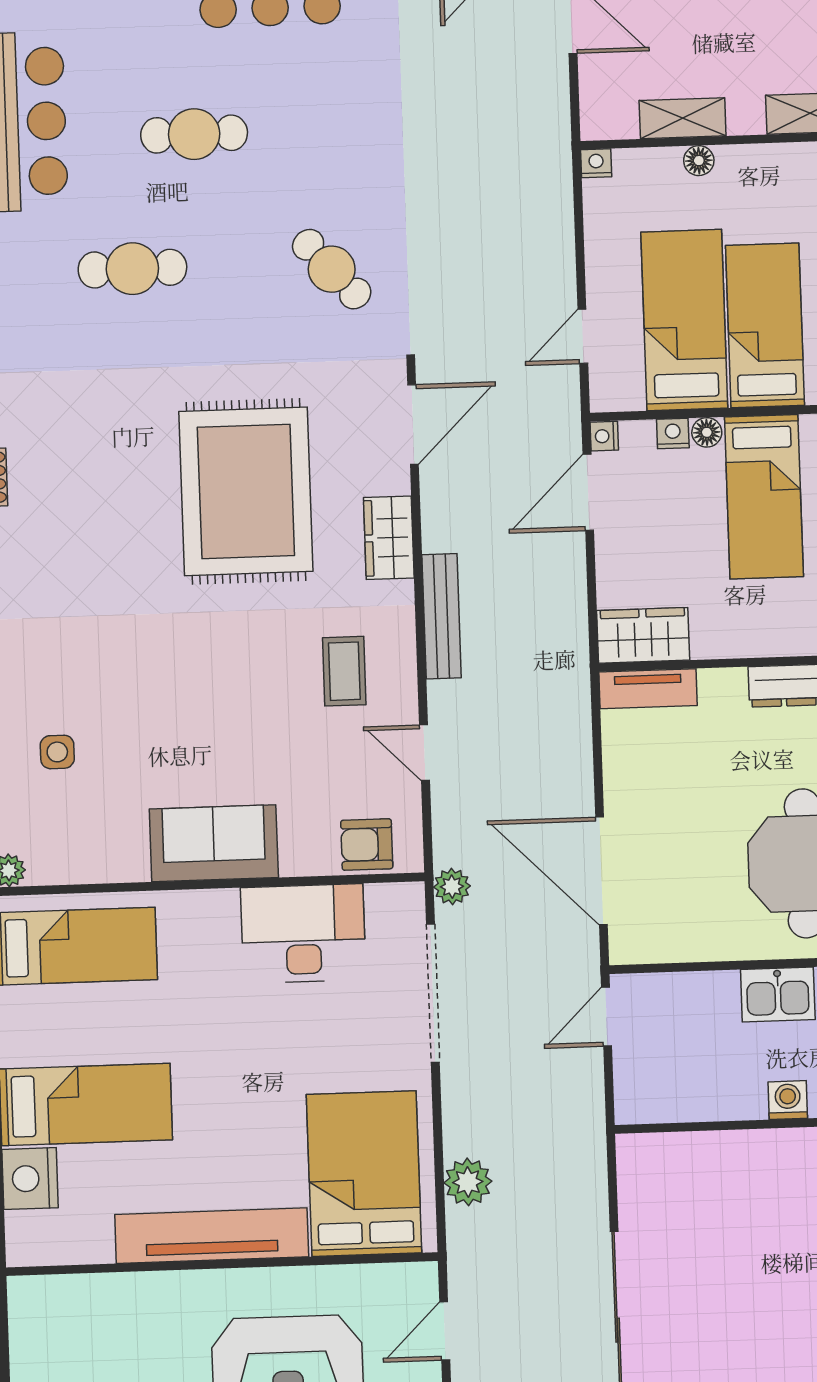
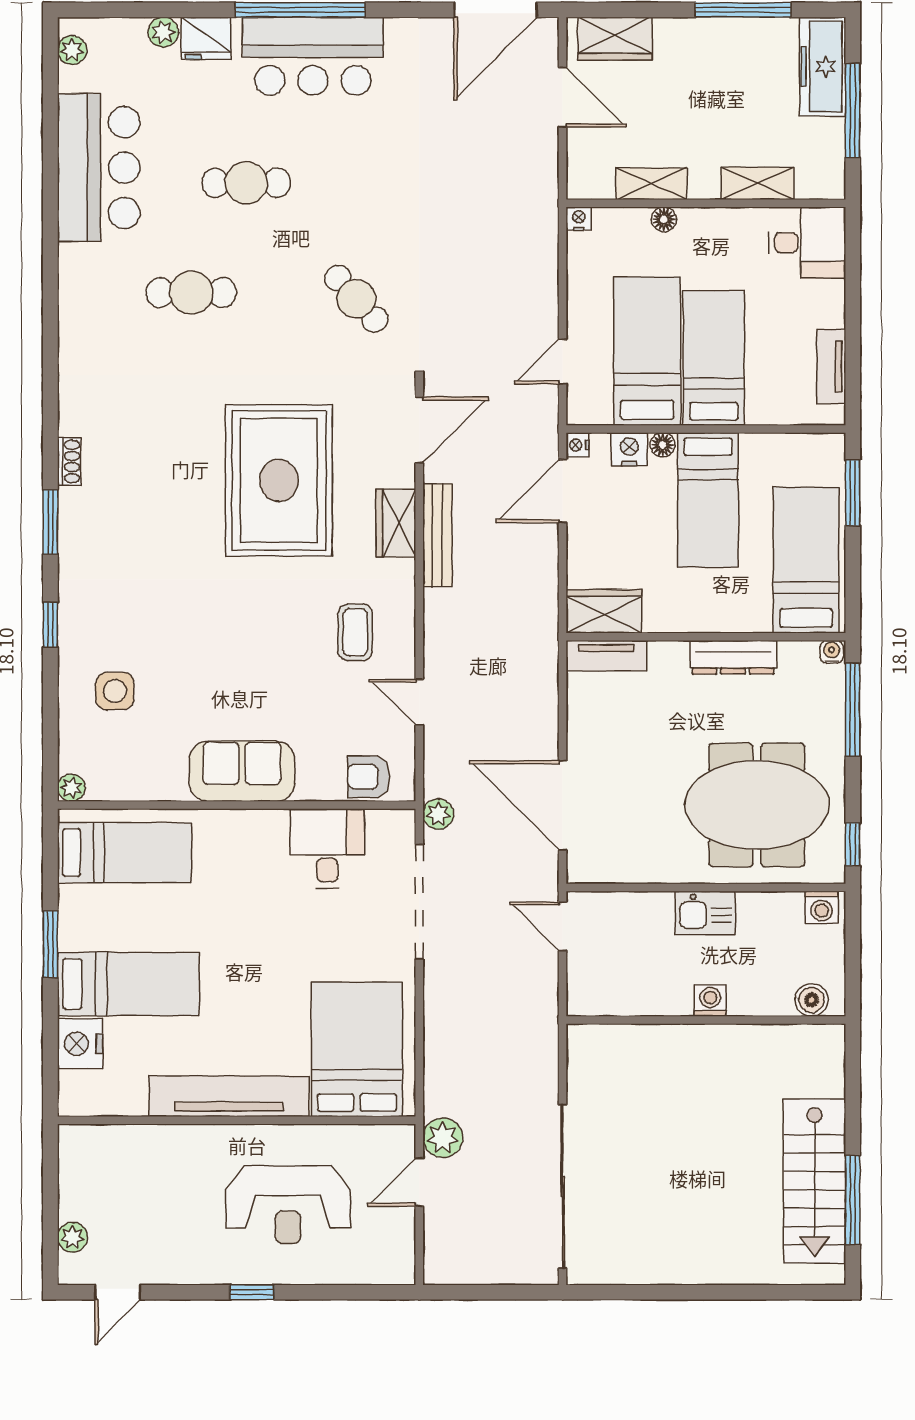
nightstand: (673, 434) -> (629, 449), width x1.39, depth x1.35
bench: (442, 616) -> (437, 535), moved
side table: (57, 752) -> (115, 691), width x1.37, depth x1.37
desk: (303, 933) -> (327, 849), width x0.73
door: (607, 1017) -> (563, 926), hinge flipped
plant: (468, 1182) -> (443, 1138), moved

